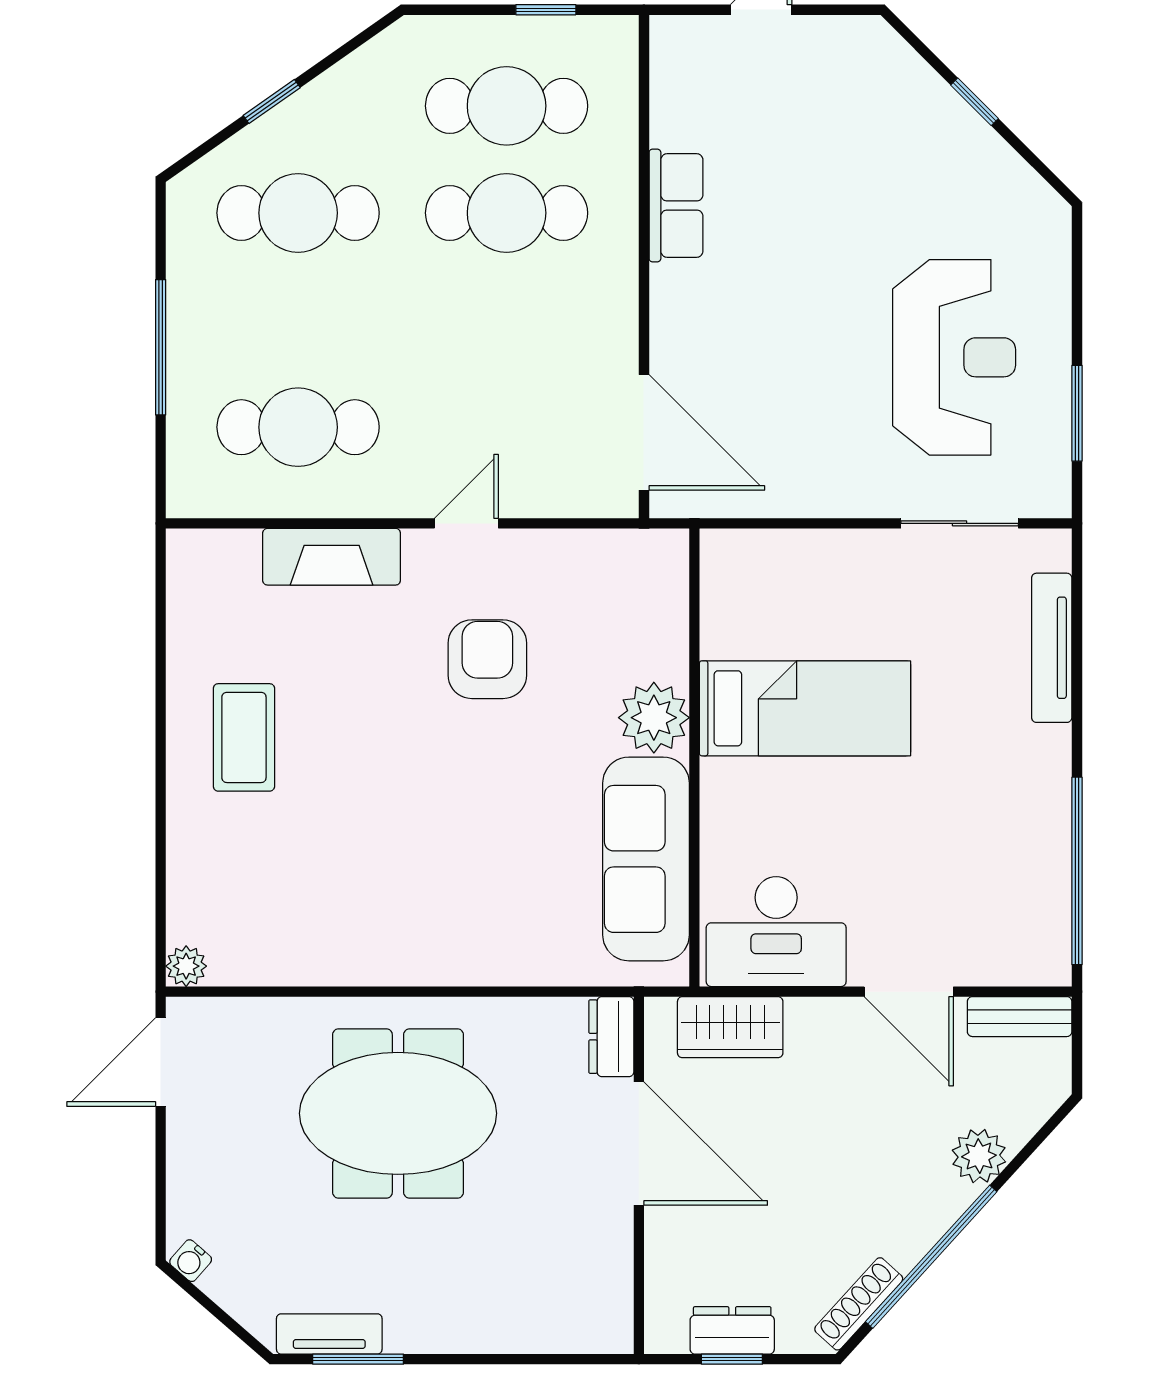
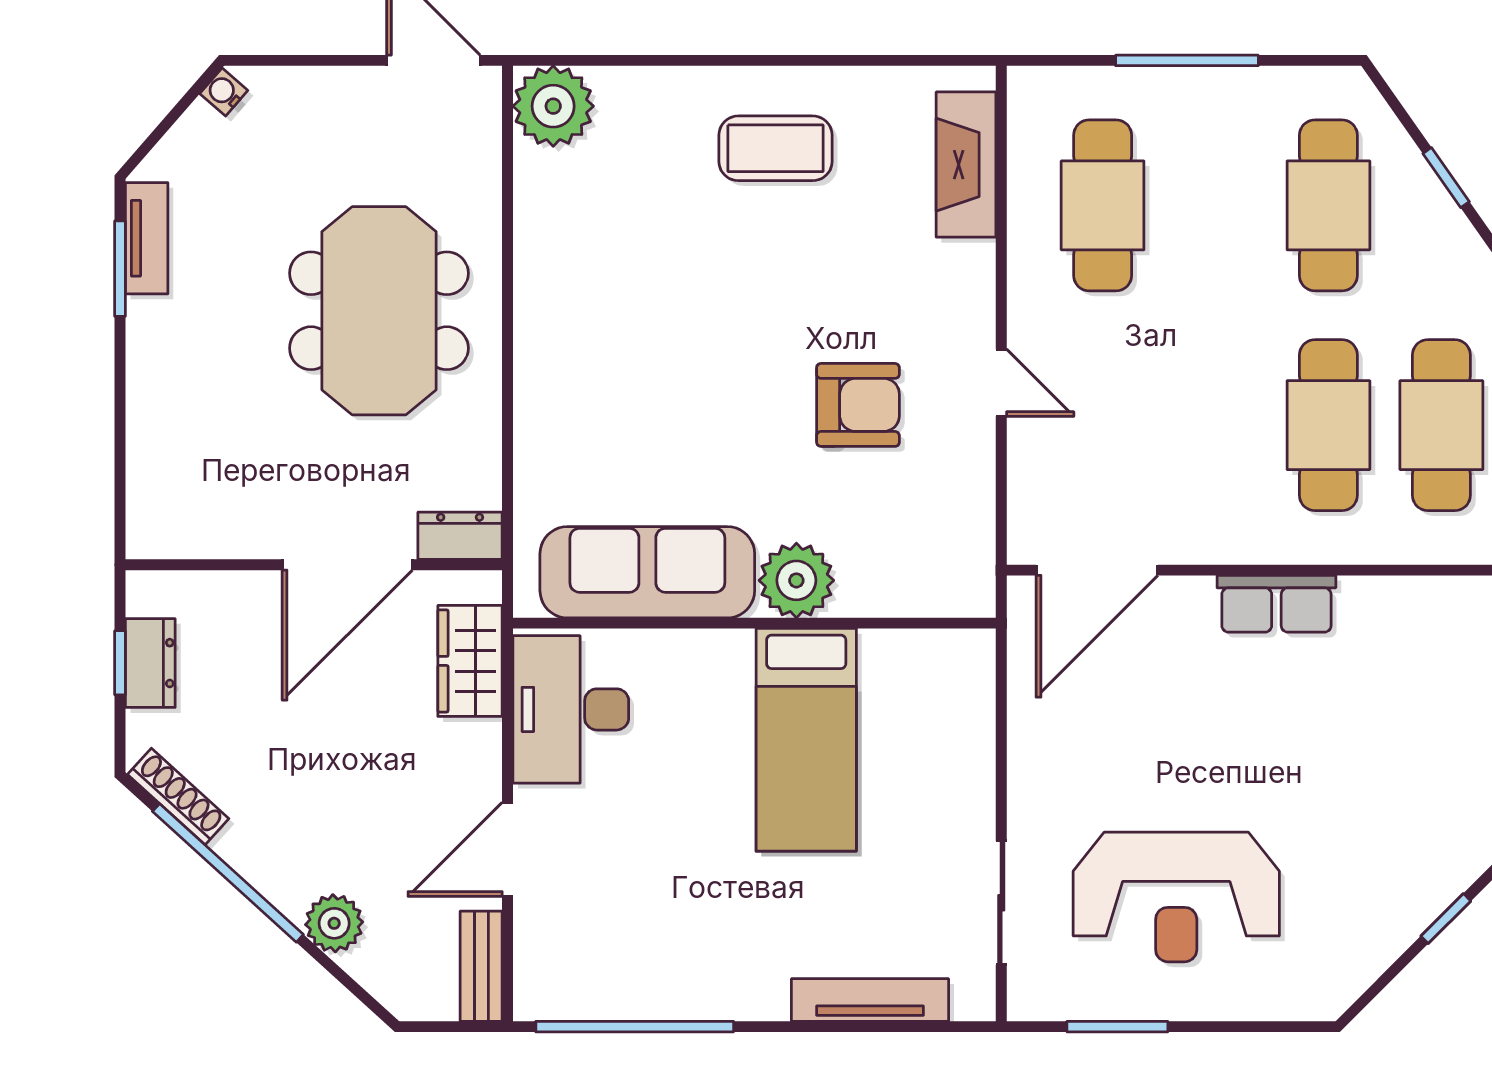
row of seats: (676, 205) -> (1276, 604), moved
fireplace: (332, 557) -> (966, 165), moved
plant: (186, 966) -> (553, 106), width x1.87, depth x1.87

